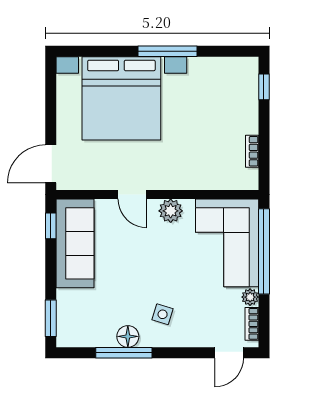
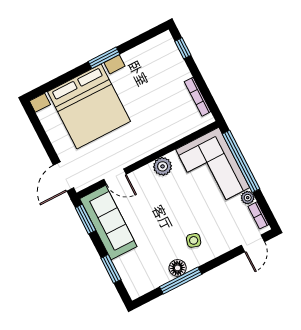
window: (167, 51) -> (104, 58), width x0.69
bookcase: (252, 151) -> (198, 97), width x1.56
door: (132, 195) -> (115, 177), moved
window: (51, 226) -> (85, 219), width x1.50
window: (51, 318) -> (111, 269), moved

